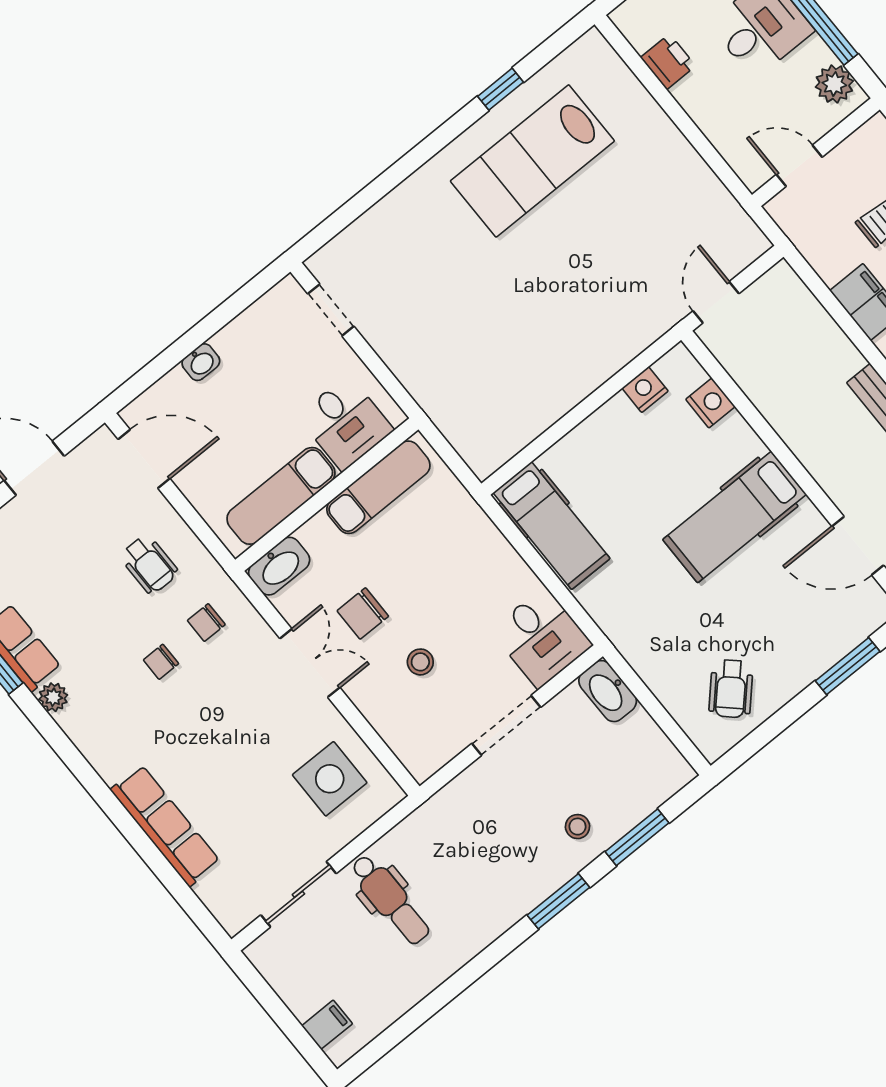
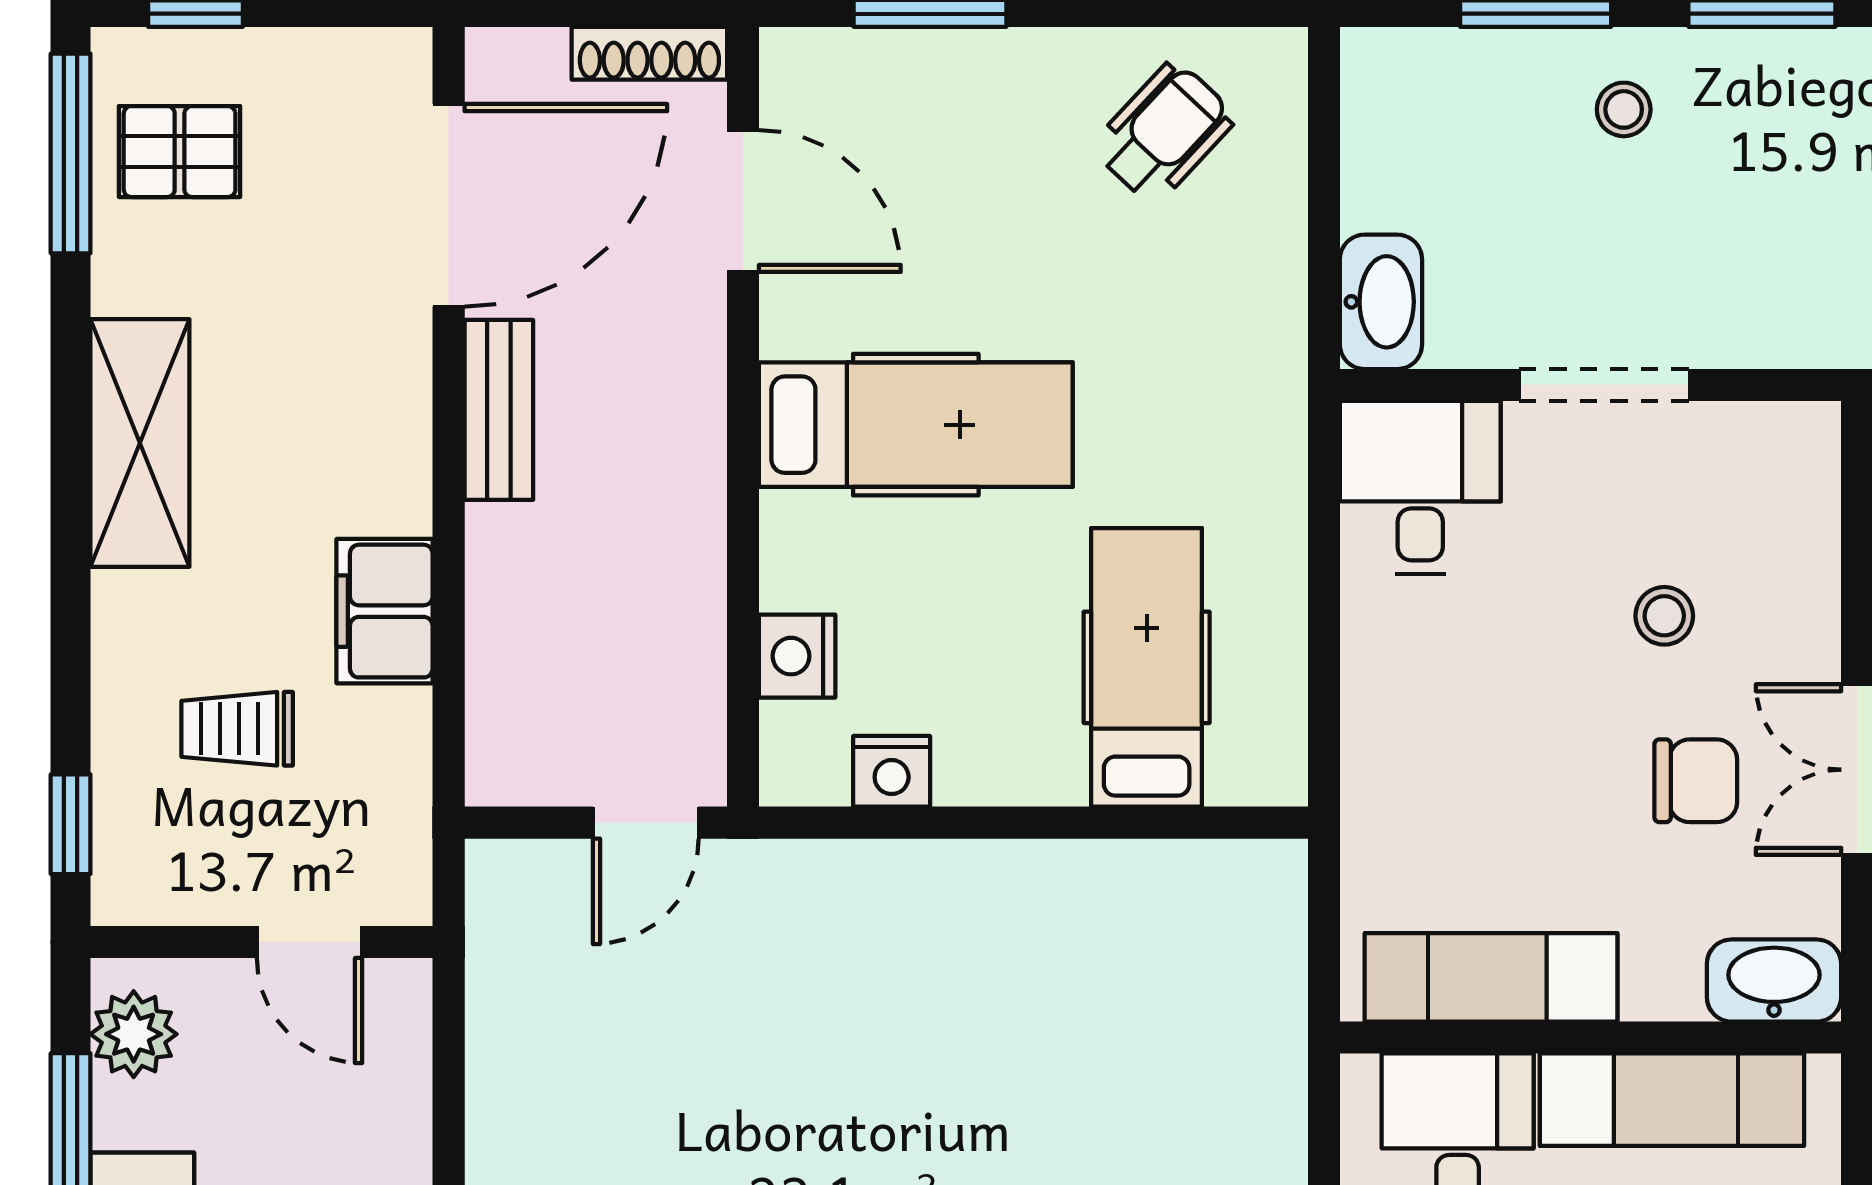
hospital bed: (552, 526) -> (1147, 667), moved

